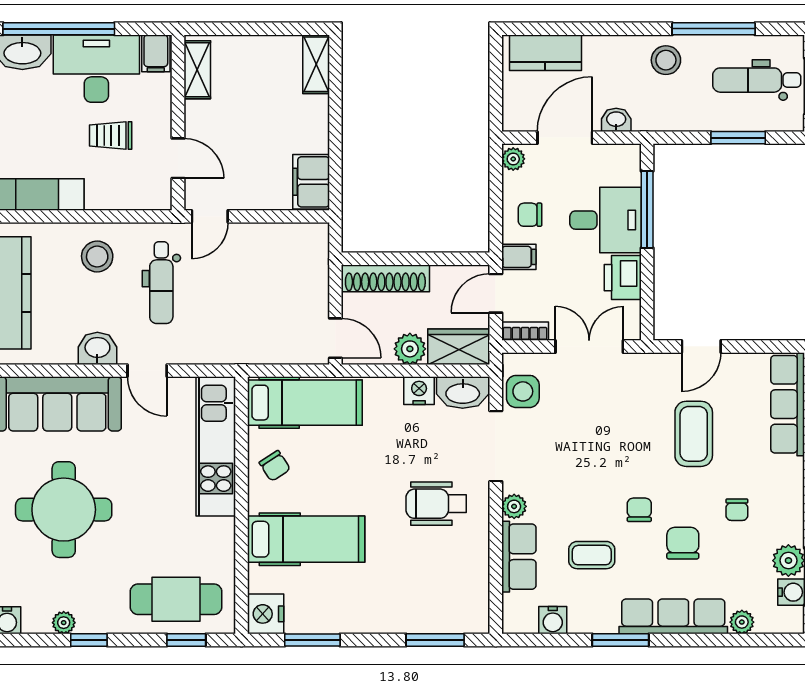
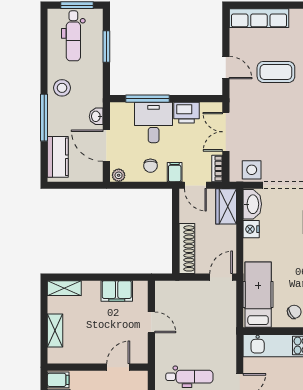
window: (714, 29) -> (44, 118), moved
shelving: (197, 70) -> (55, 331), moved, turned 90
filing cabinet: (311, 182) -> (117, 291), moved
door: (210, 216) -> (151, 322), moved
plant: (410, 349) -> (227, 234), removed

